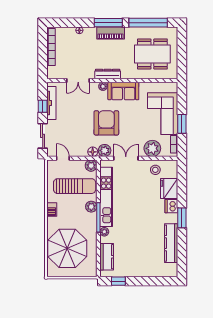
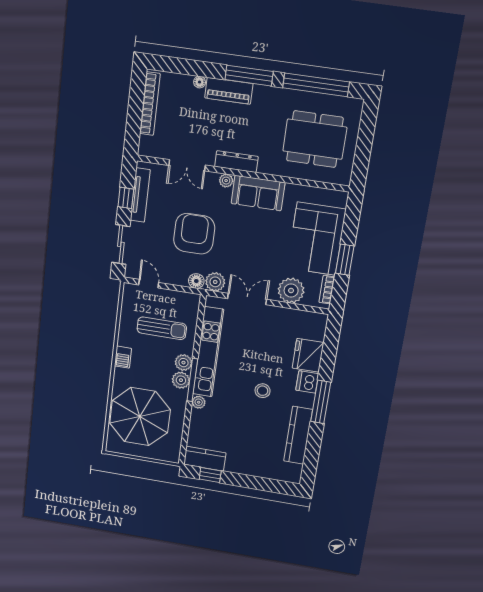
piano: (111, 33) -> (229, 91), moved
armchair: (106, 123) -> (194, 234), moved
plant: (91, 166) -> (181, 380), moved
stool: (155, 170) -> (263, 391), moved
sun lounger: (75, 186) -> (162, 328), width x0.73, depth x0.75
window: (182, 218) -> (321, 402), width x1.44
kitchen counter: (107, 257) -> (205, 459), moved, turned -90

